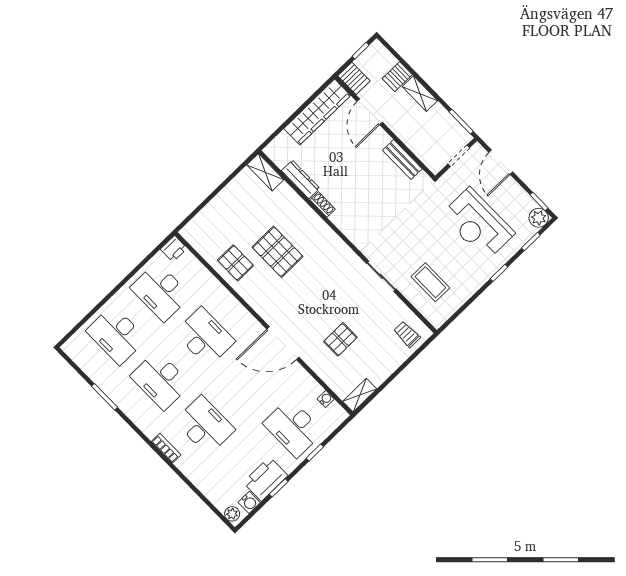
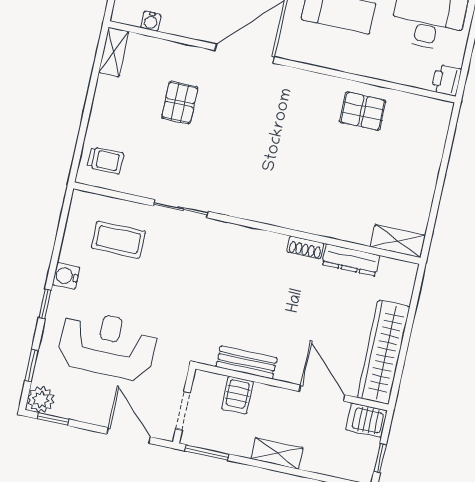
server rack: (397, 77) -> (237, 395), moved, turned 180
pallet: (278, 252) -> (322, 157), removed
water cooler: (476, 281) -> (66, 276), added

